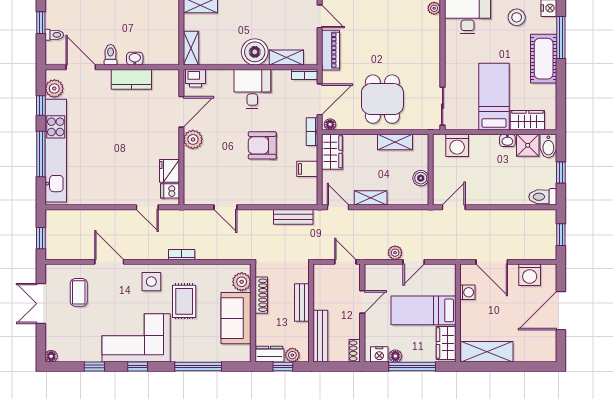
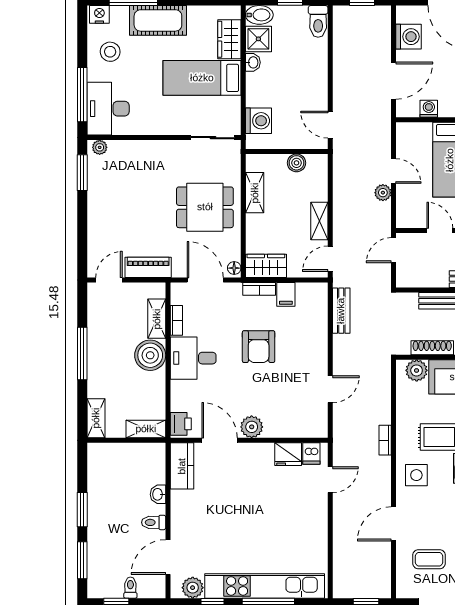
bookcase: (305, 74) -> (176, 320), moved
kitchen counter: (131, 79) -> (182, 466), moved
bookcase: (312, 132) -> (259, 289), moved

